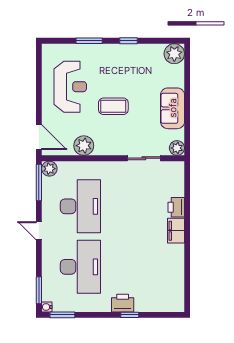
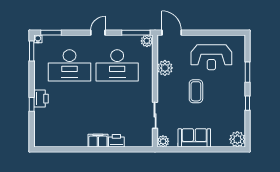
door: (39, 137) -> (172, 33), swing flipped

